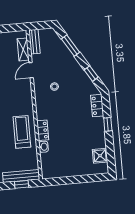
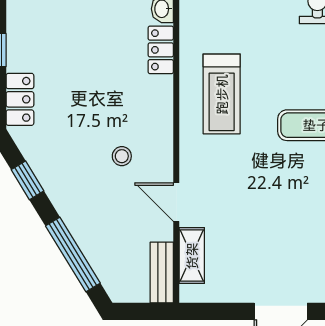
window: (70, 46) -> (73, 254), width x1.44
door: (31, 70) -> (176, 202), swing flipped
treadmill: (22, 132) -> (222, 94), moved

